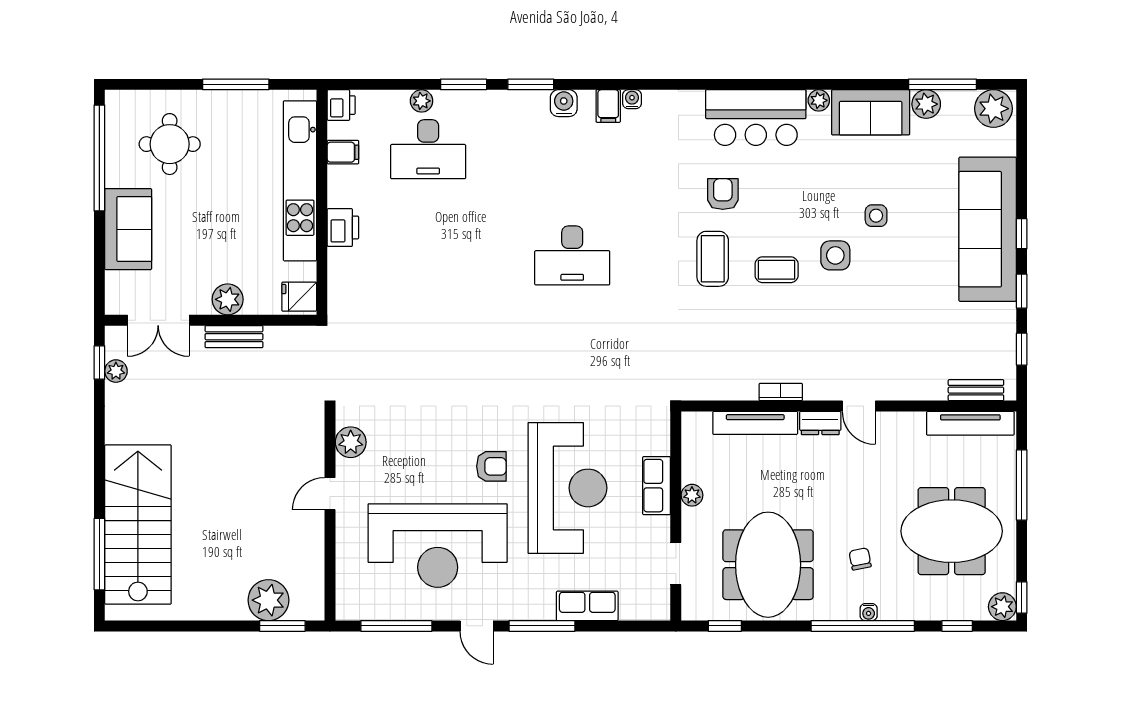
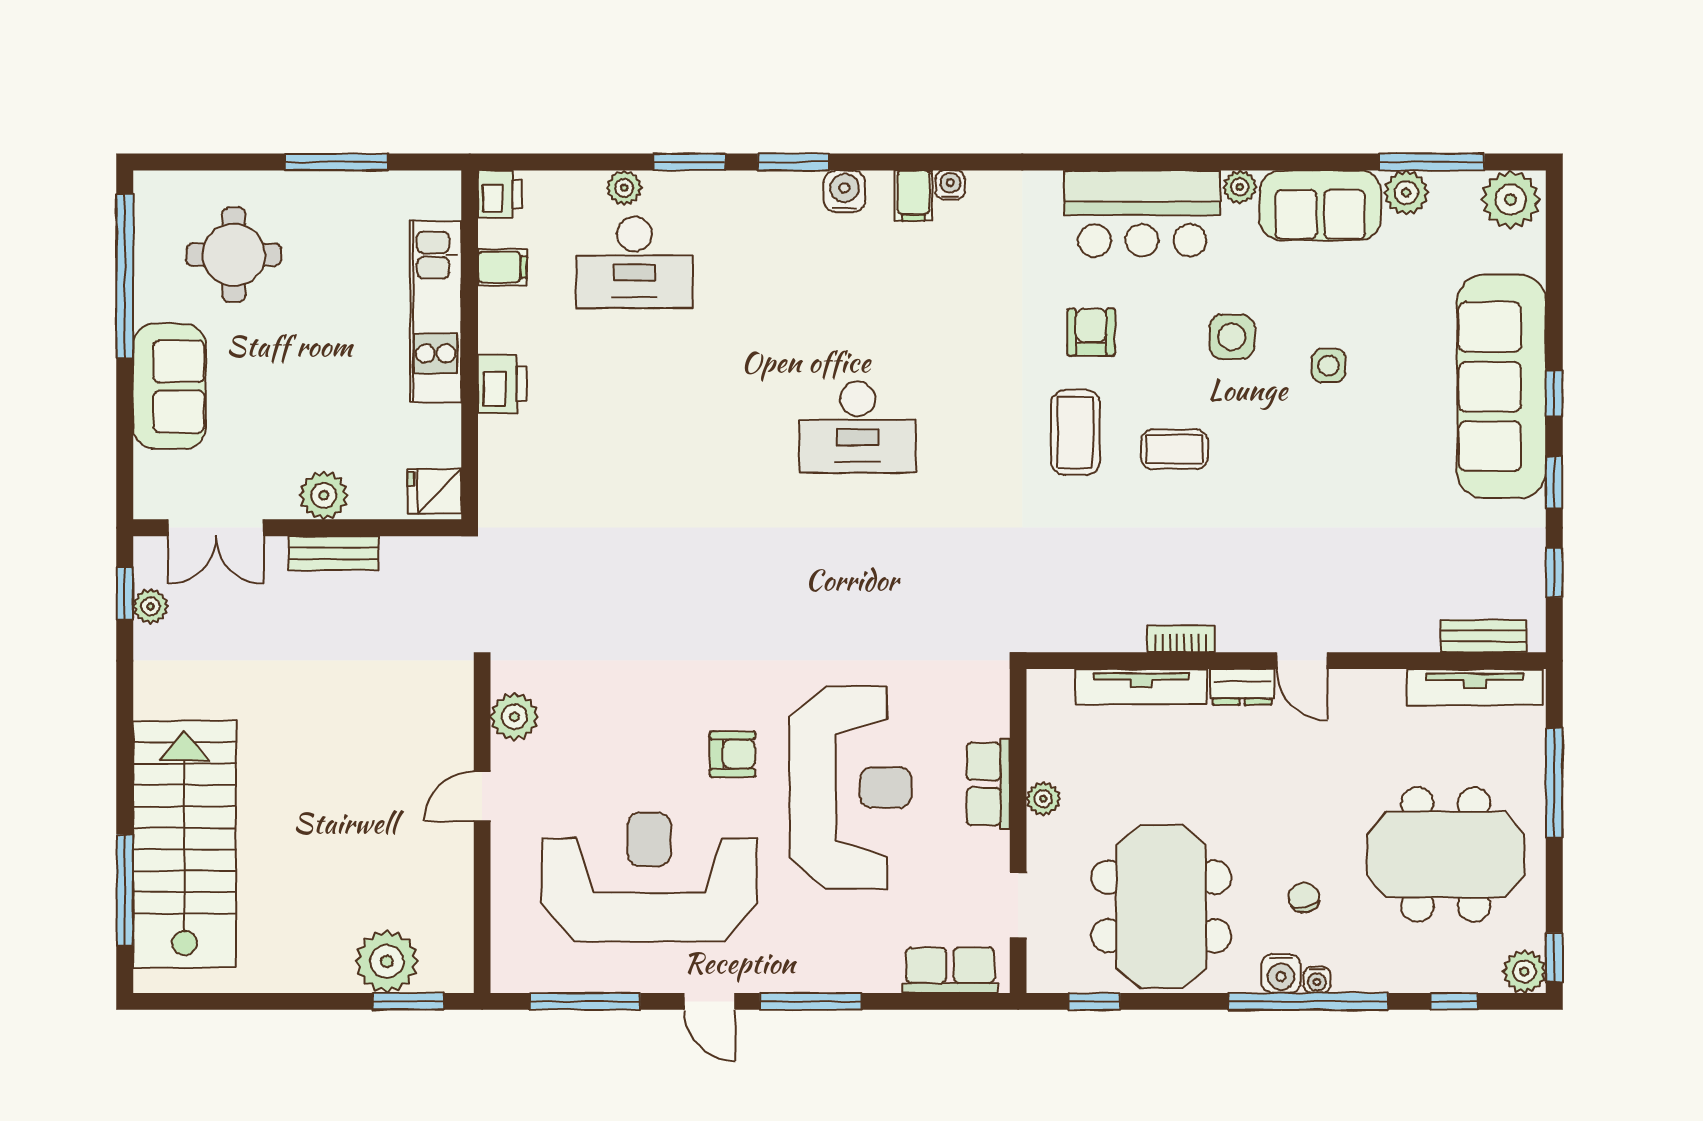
kitchen unit: (300, 181) -> (436, 312), width x0.73
side table: (835, 255) -> (1232, 337), moved
reception desk: (438, 546) -> (649, 877), turned 180
row of seats: (587, 606) -> (950, 970), moved
water cooler: (845, 608) -> (1281, 974), added

